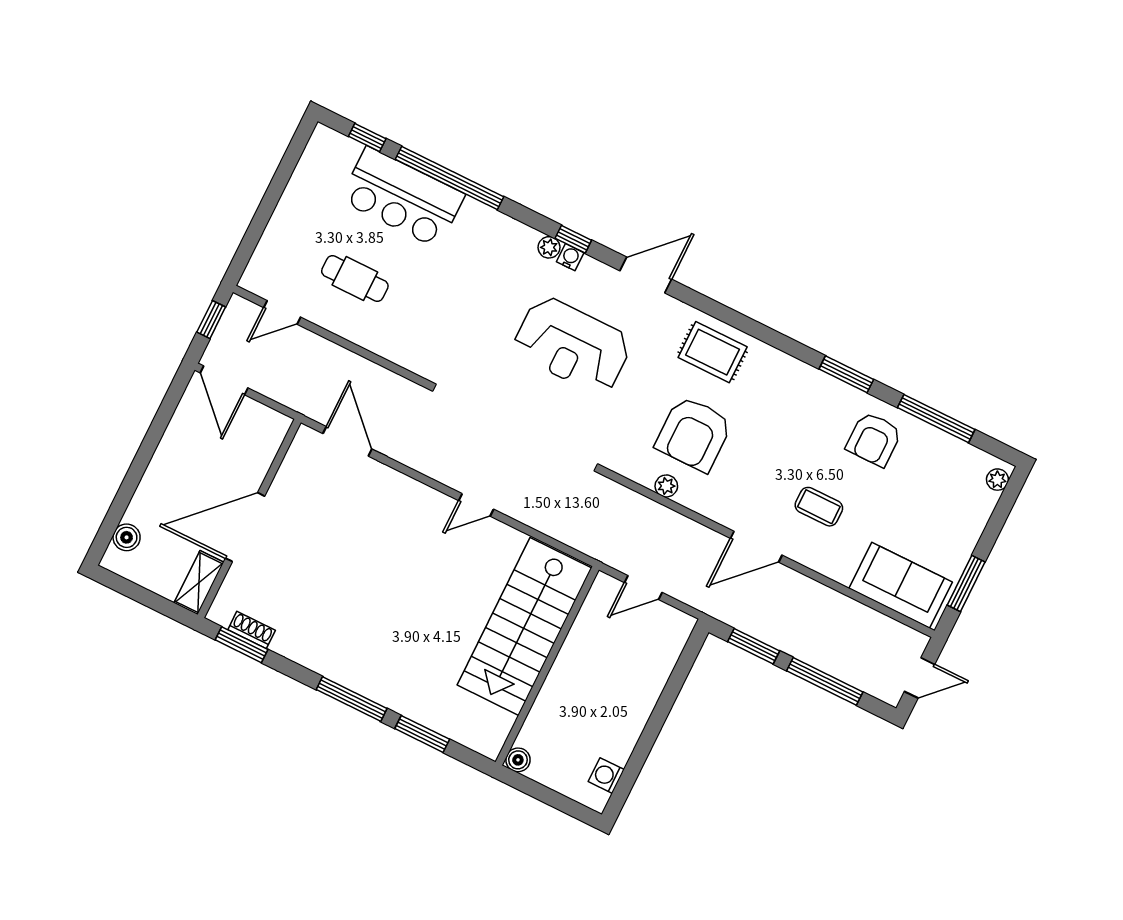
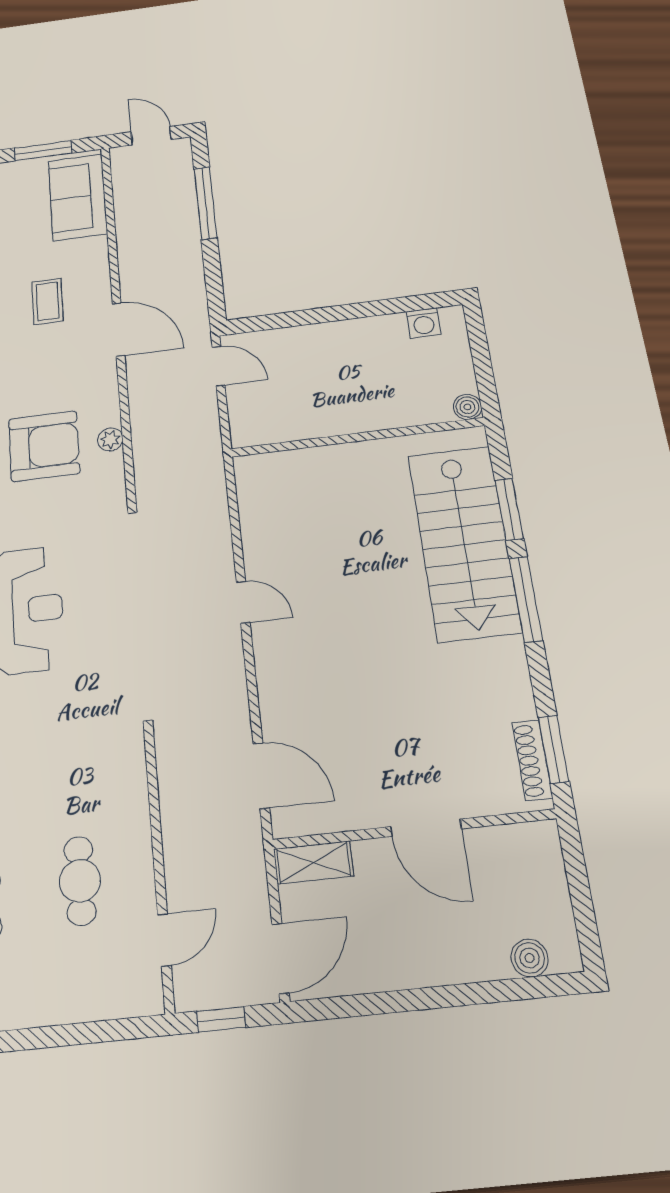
door: (282, 312) -> (164, 940), hinge flipped
door: (347, 441) -> (261, 776), swing flipped
door: (245, 527) -> (426, 828), width x0.73
shelving: (199, 583) -> (313, 862), moved
door: (643, 588) -> (218, 366), moved
stairs: (524, 626) -> (464, 542), moved, turned 90
shoe rack: (252, 630) -> (532, 760), width x1.43
window: (754, 646) -> (213, 276), removed

